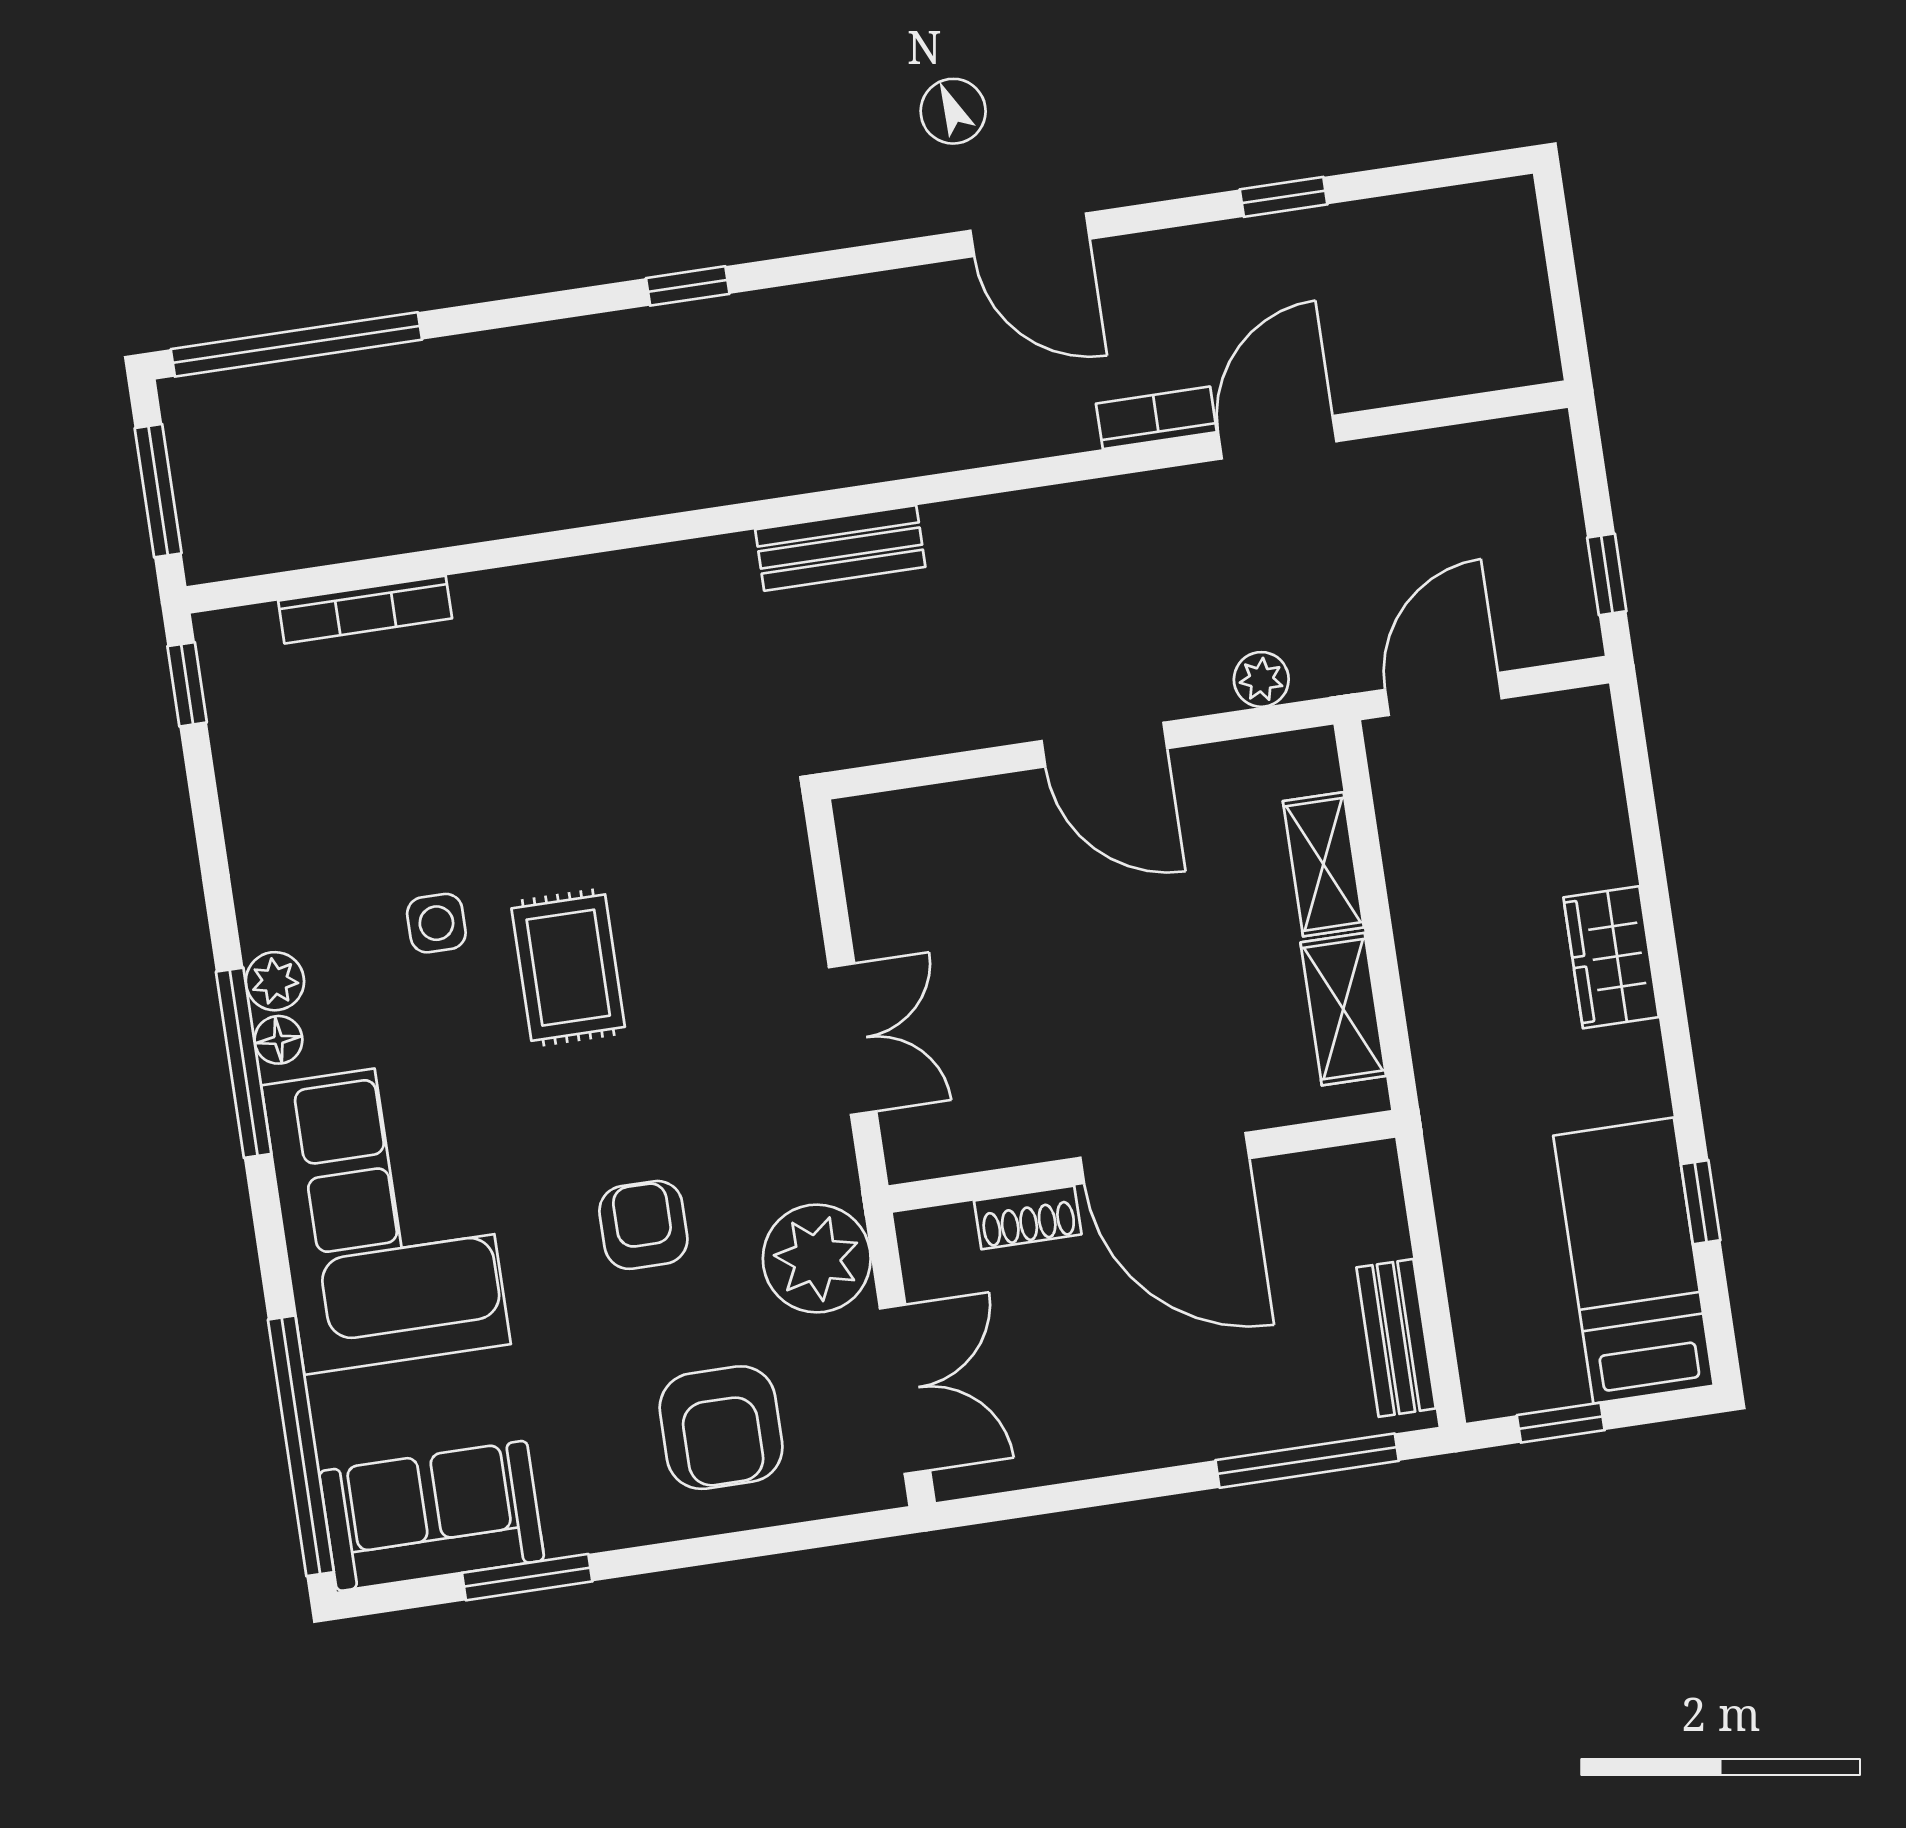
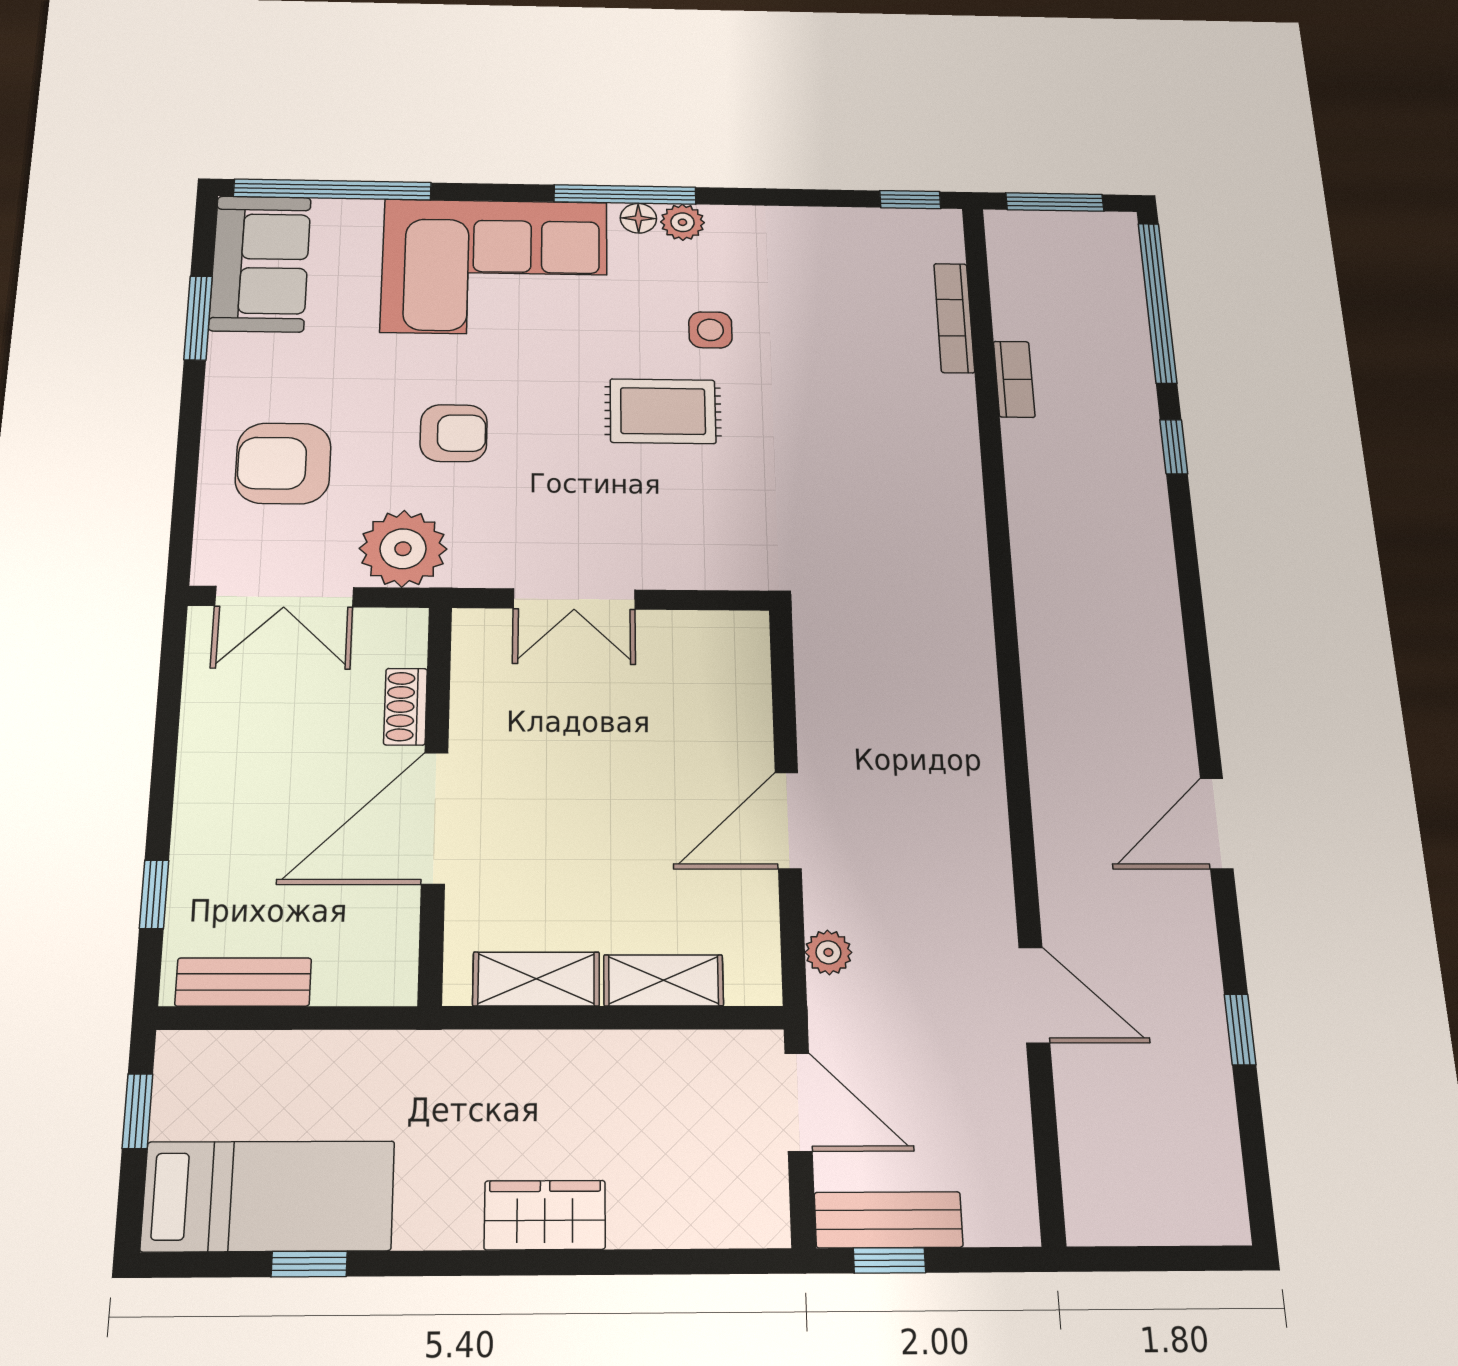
window: (688, 286) -> (1174, 447), moved
bookcase: (1156, 418) -> (1014, 379), moved
bench: (840, 548) -> (888, 1220), moved, turned 90
window: (1307, 1461) -> (154, 894), width x0.46

